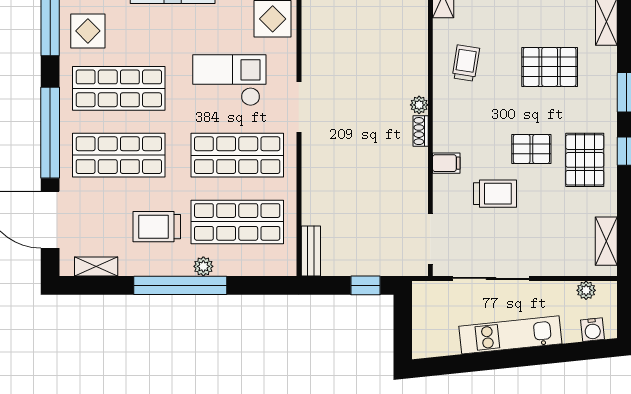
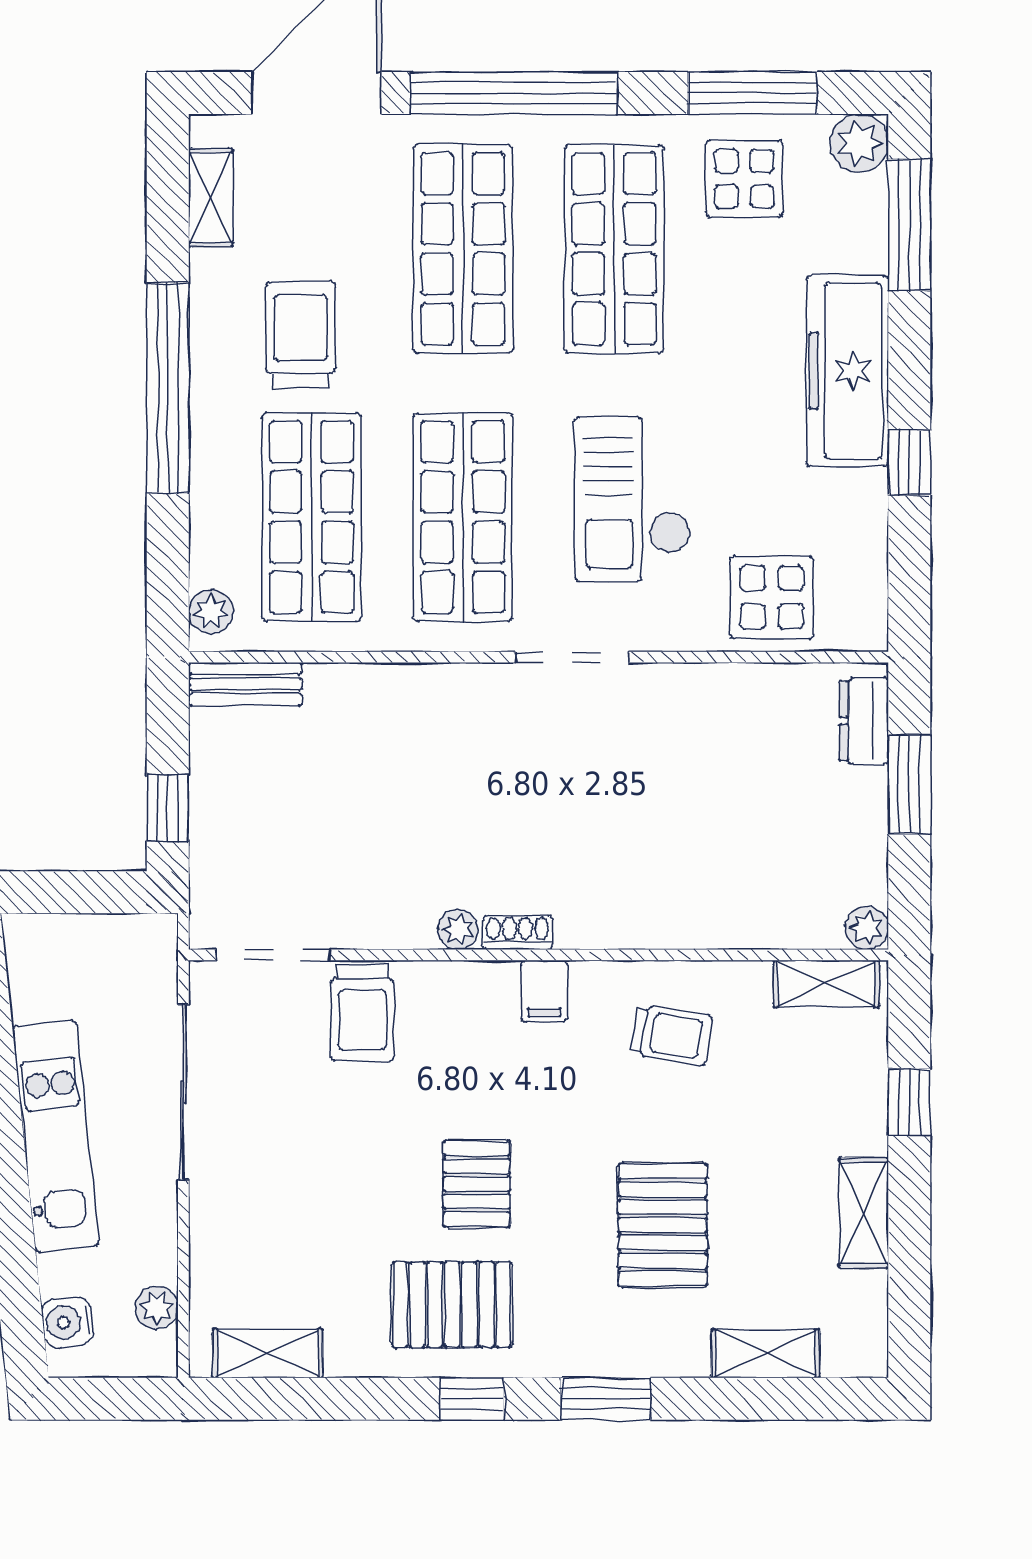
checkout: (229, 80) -> (633, 499), turned 180
plant: (419, 105) -> (458, 929), moved
filing cabinet: (446, 163) -> (544, 991), moved
trolley: (495, 194) -> (362, 1013), moved
plant: (203, 266) -> (211, 612), moved

